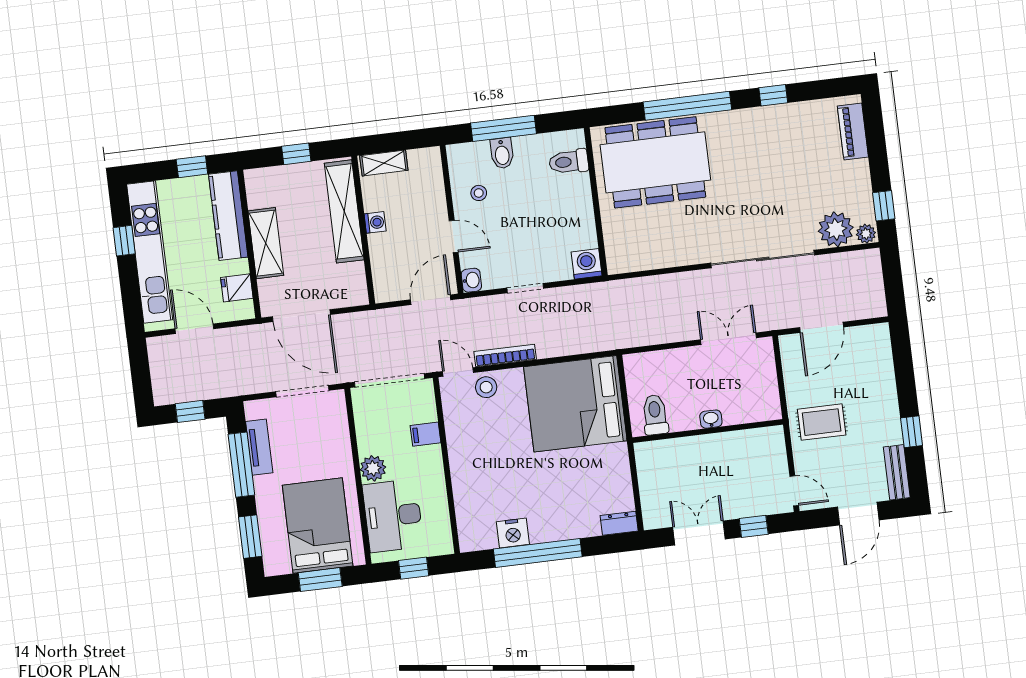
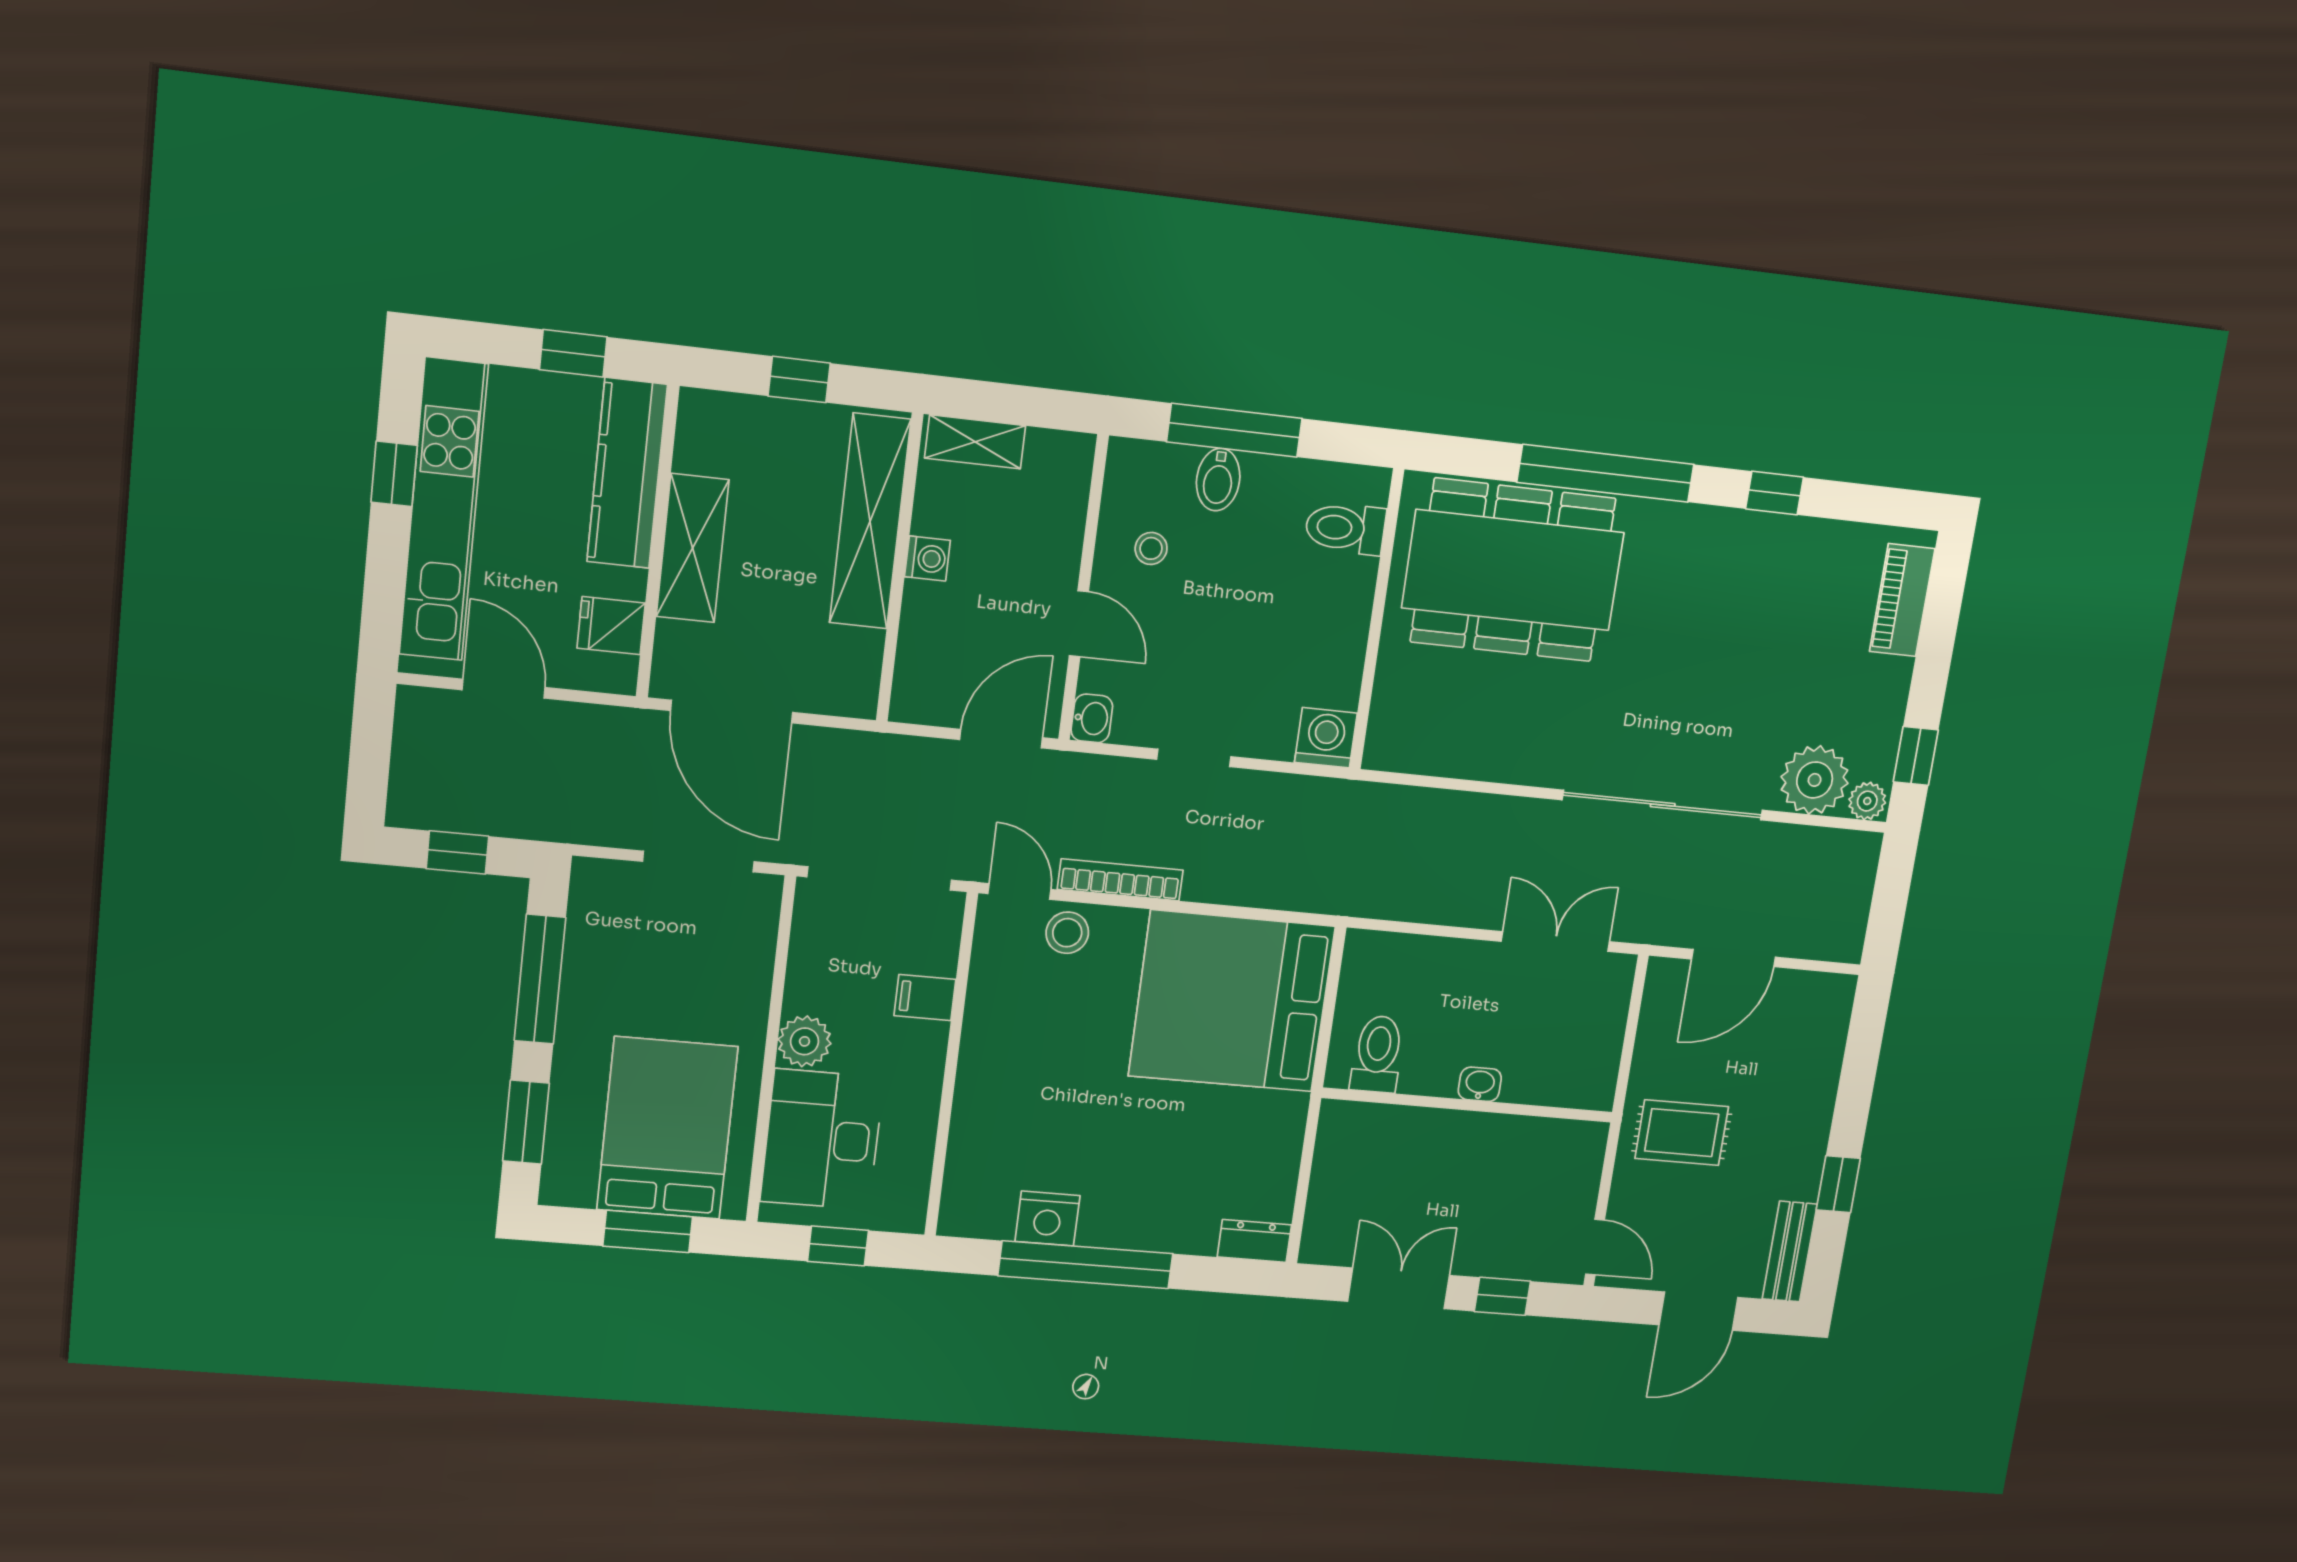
tv unit: (259, 447) -> (584, 953), removed

